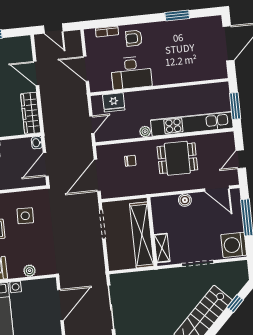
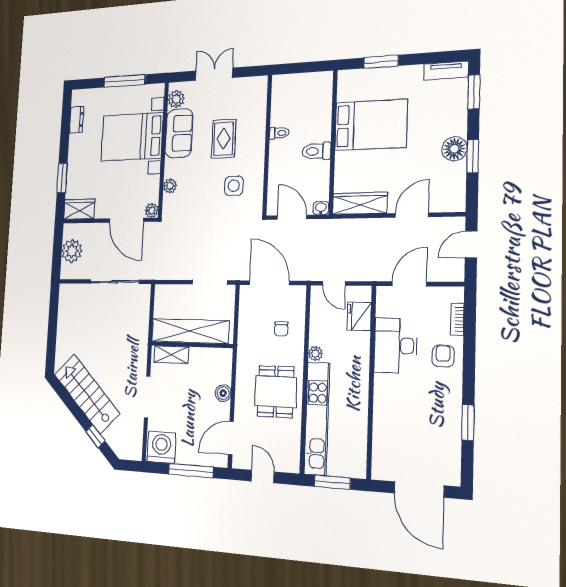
plant: (51, 284) -> (152, 210), added

